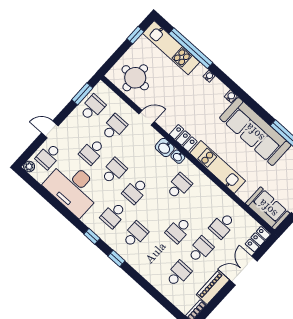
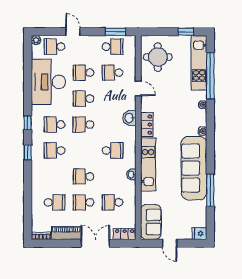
school desk: (114, 127) -> (113, 73), turned 180
washbasin: (178, 157) -> (131, 175), moved
school desk: (114, 171) -> (84, 99), turned 180
school desk: (135, 235) -> (55, 150), turned 180
school desk: (200, 250) -> (84, 202), turned 180

